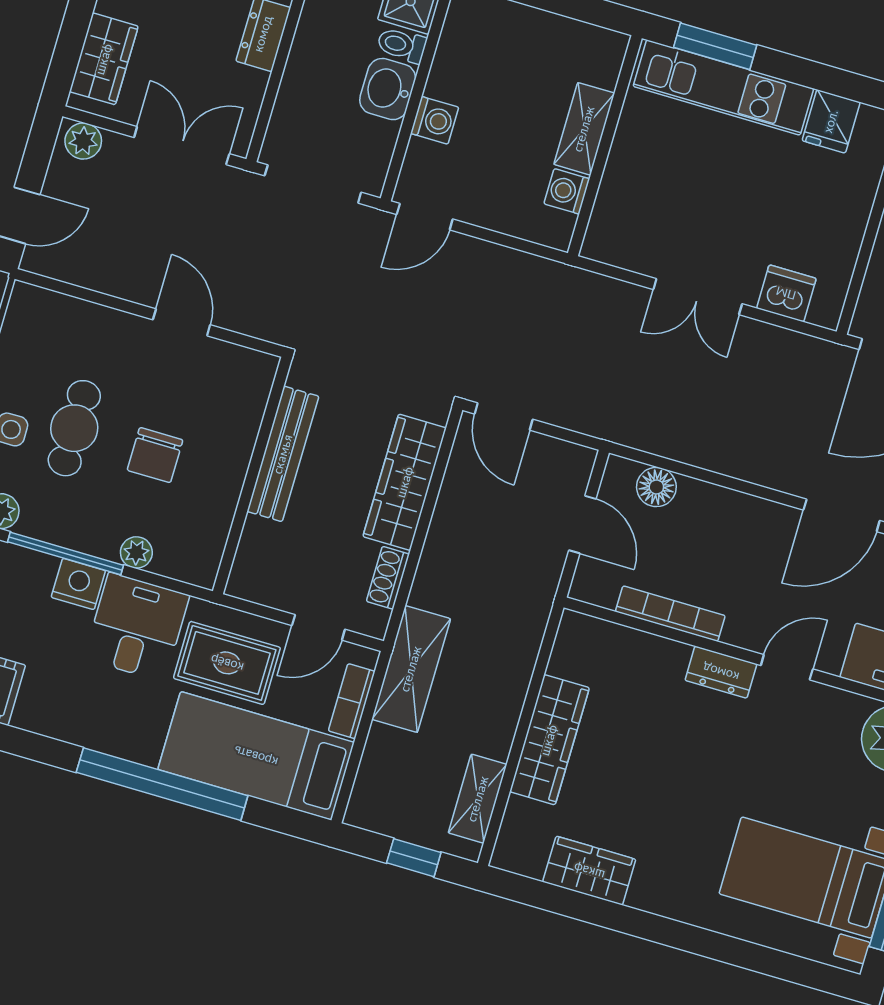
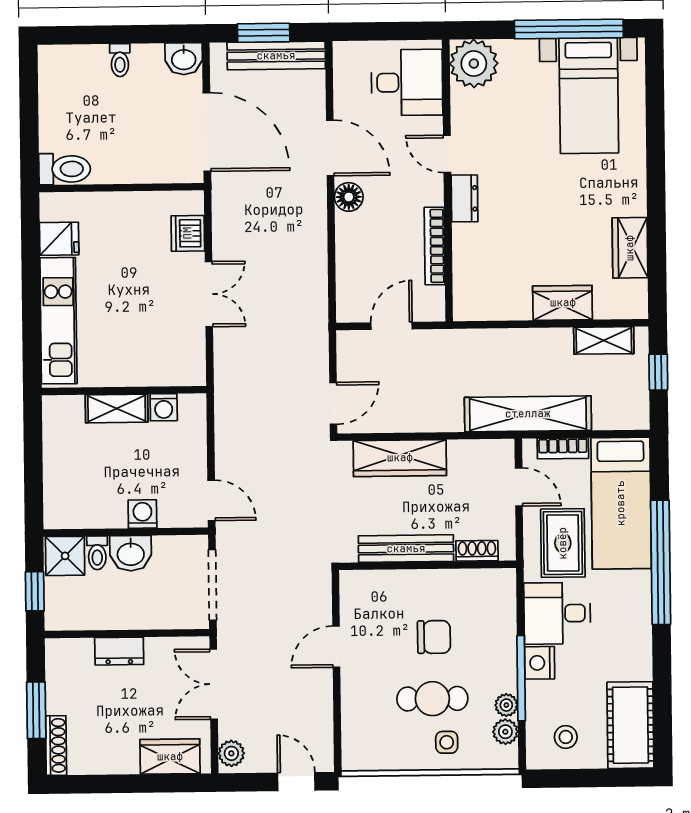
window: (715, 46) -> (32, 335), removed
floor lamp: (656, 487) -> (349, 197), moved
plant: (136, 552) -> (506, 705), moved
shoe rack: (388, 578) -> (477, 551), moved, turned 180
shelving: (411, 669) -> (528, 414), width x1.47
wardrobe: (549, 740) -> (563, 303), width x0.67

